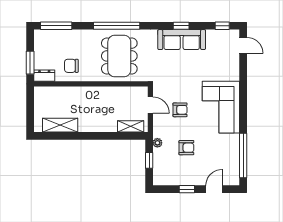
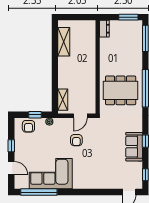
sofa: (182, 40) -> (134, 147), width x0.73
window: (30, 63) -> (128, 17), moved
chair: (71, 66) -> (113, 51), removed
corner sofa: (221, 107) -> (51, 174), moved
armchair: (186, 148) -> (28, 126), moved

